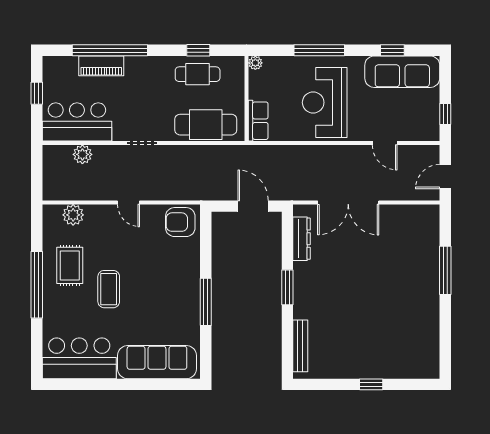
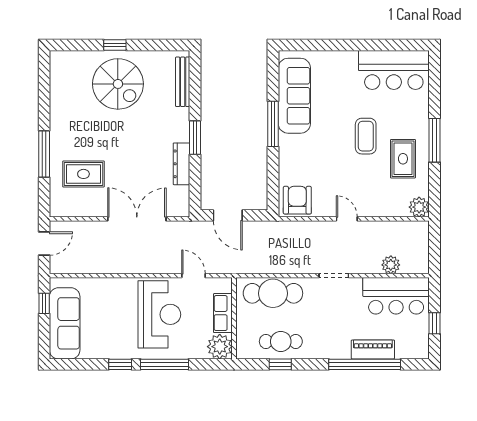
window: (392, 50) -> (120, 364), moved
plant: (255, 63) -> (220, 347), width x1.88, depth x1.88
sofa: (402, 72) -> (65, 323), moved, turned 90
row of seats: (258, 121) -> (223, 313), moved
door: (385, 143) -> (193, 276), moved
plant: (73, 215) -> (419, 207), moved
armchair: (180, 222) -> (297, 200), turned -90
dresser: (302, 239) -> (181, 164), moved
rug: (404, 249) -> (83, 174), added
window: (37, 285) -> (434, 140), width x0.68
spiral stairs: (368, 344) -> (118, 84), added
sofa: (157, 362) -> (294, 96), moved, turned -90

